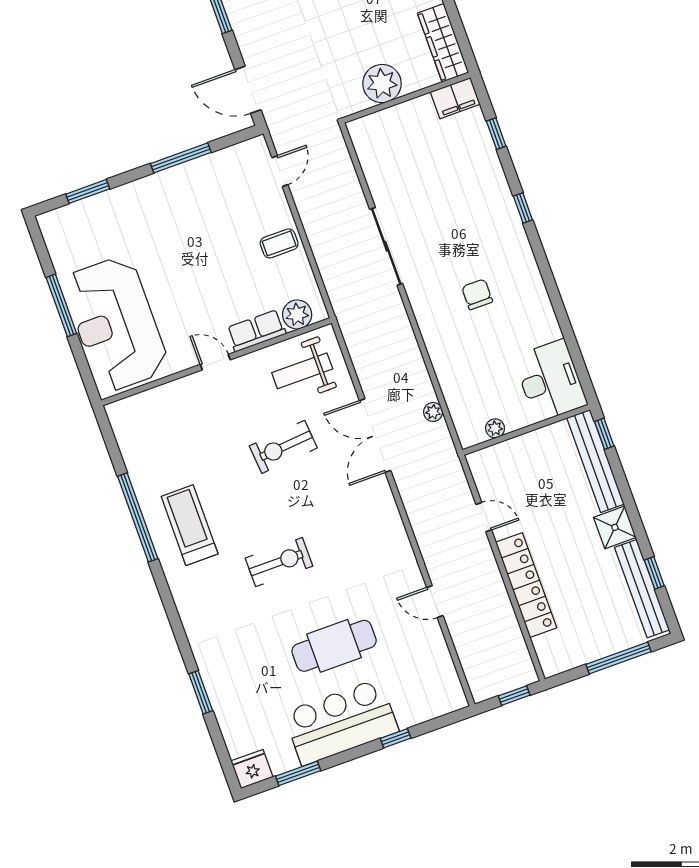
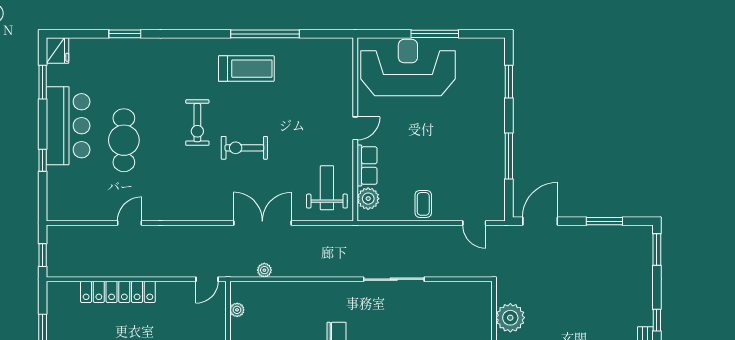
exercise bike: (283, 447) -> (244, 148), moved, turned -85
door: (484, 517) -> (207, 279), moved

